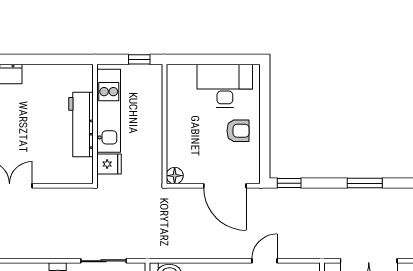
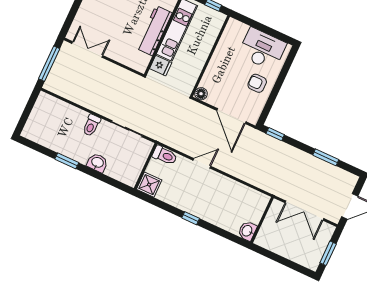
armchair: (238, 131) -> (257, 83), turned 180
door: (265, 261) -> (202, 163), moved

